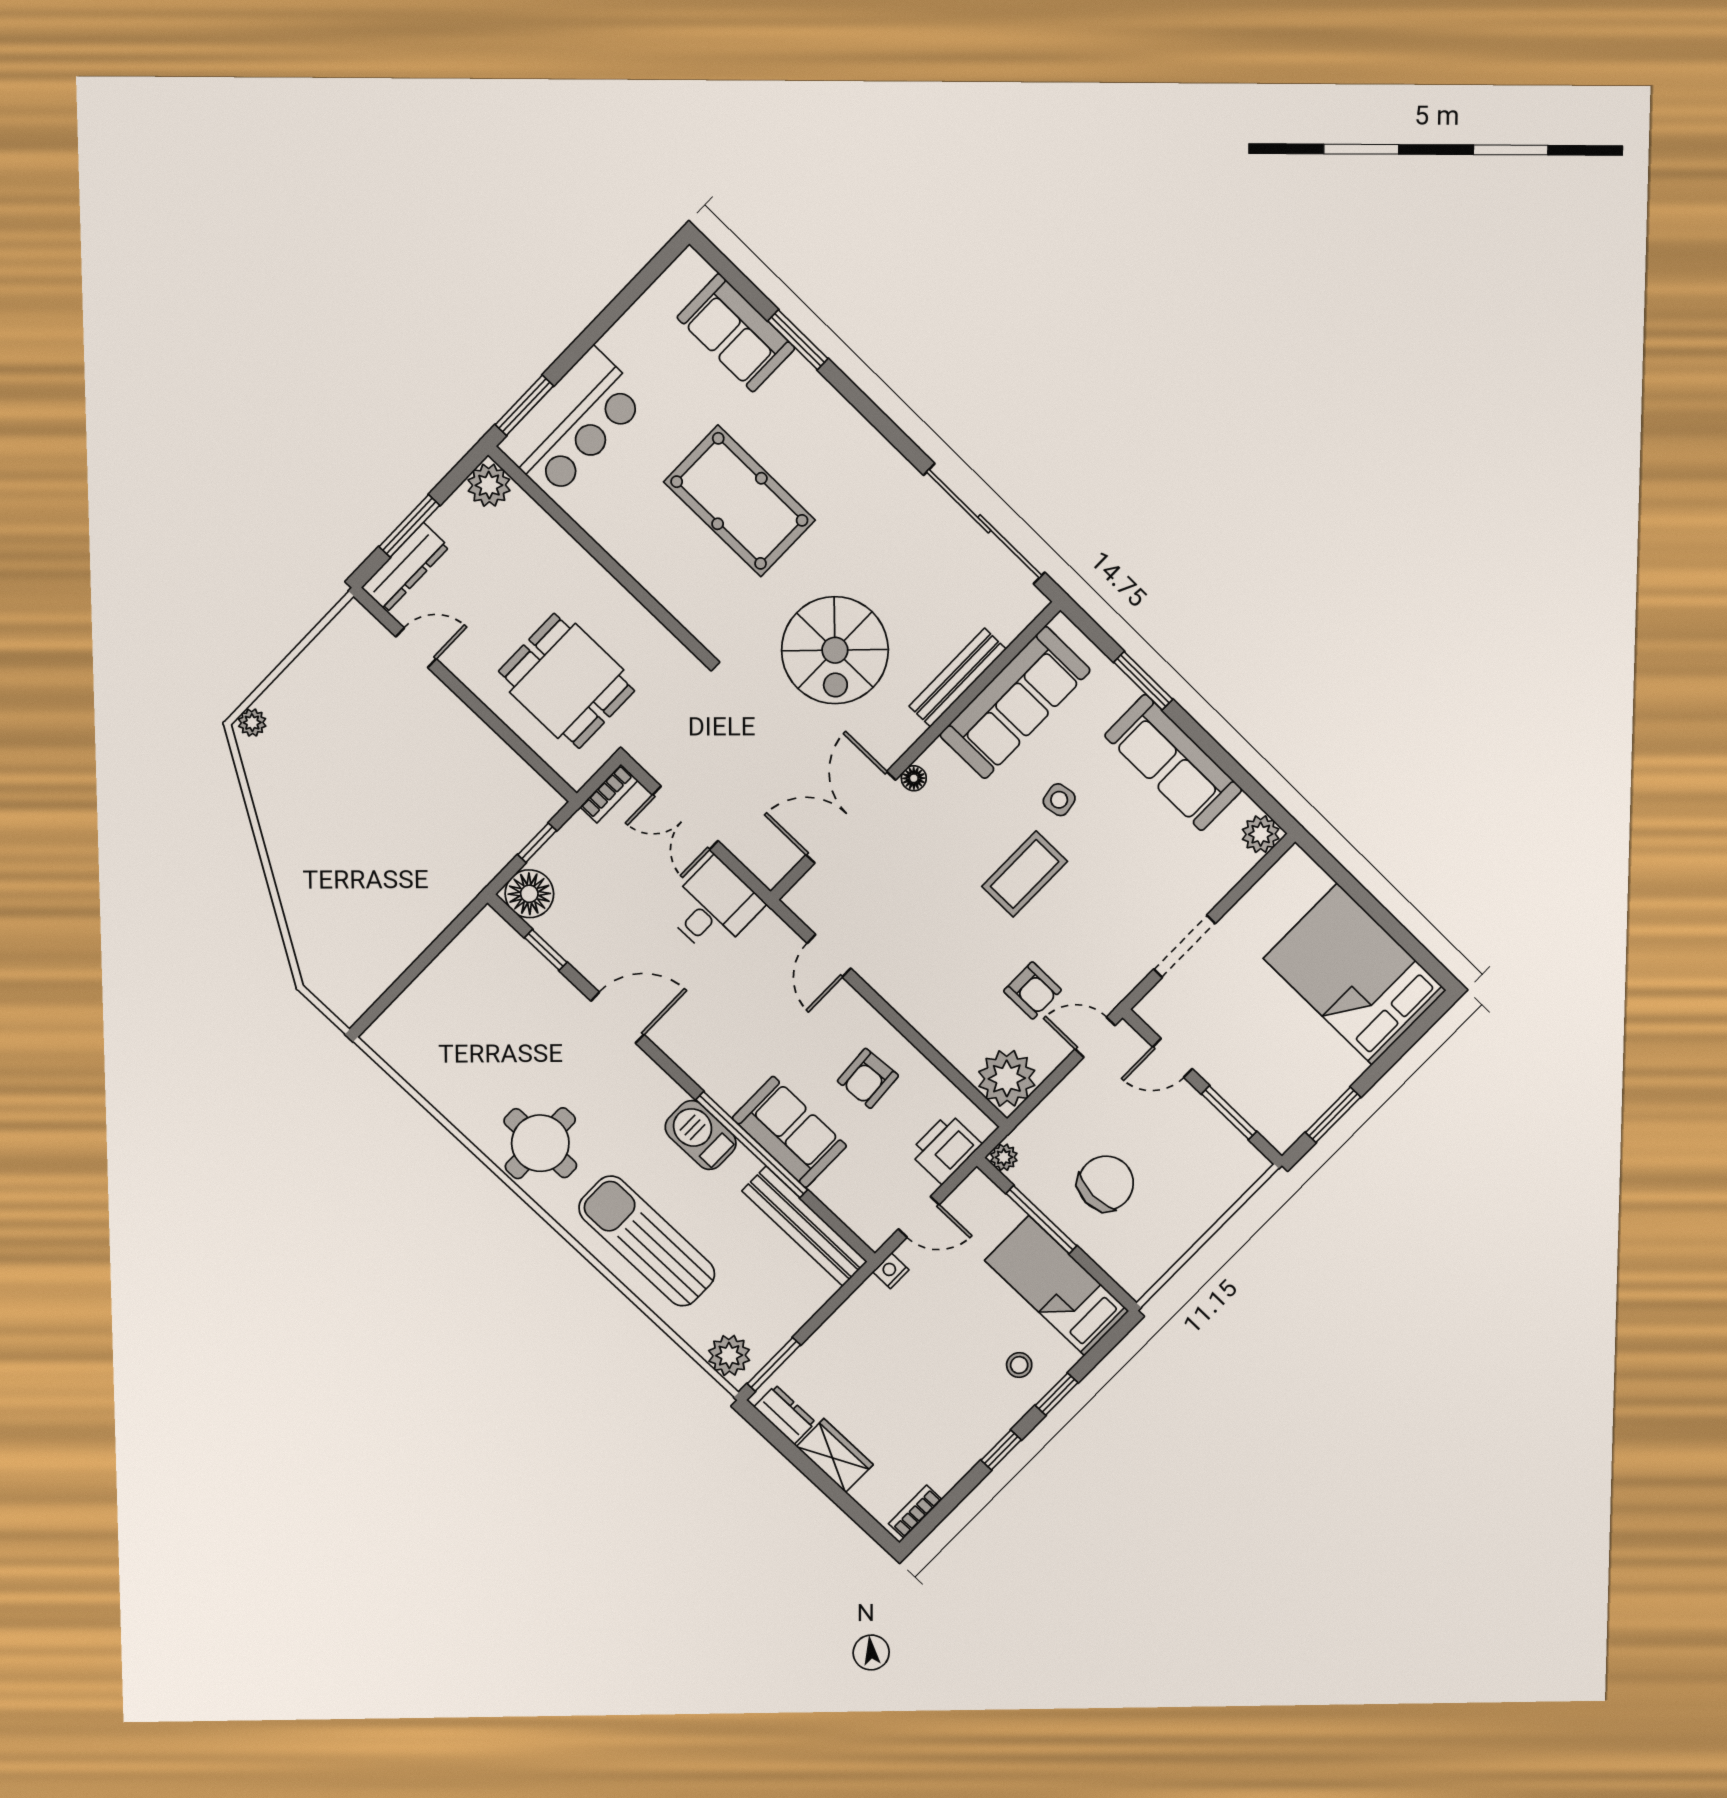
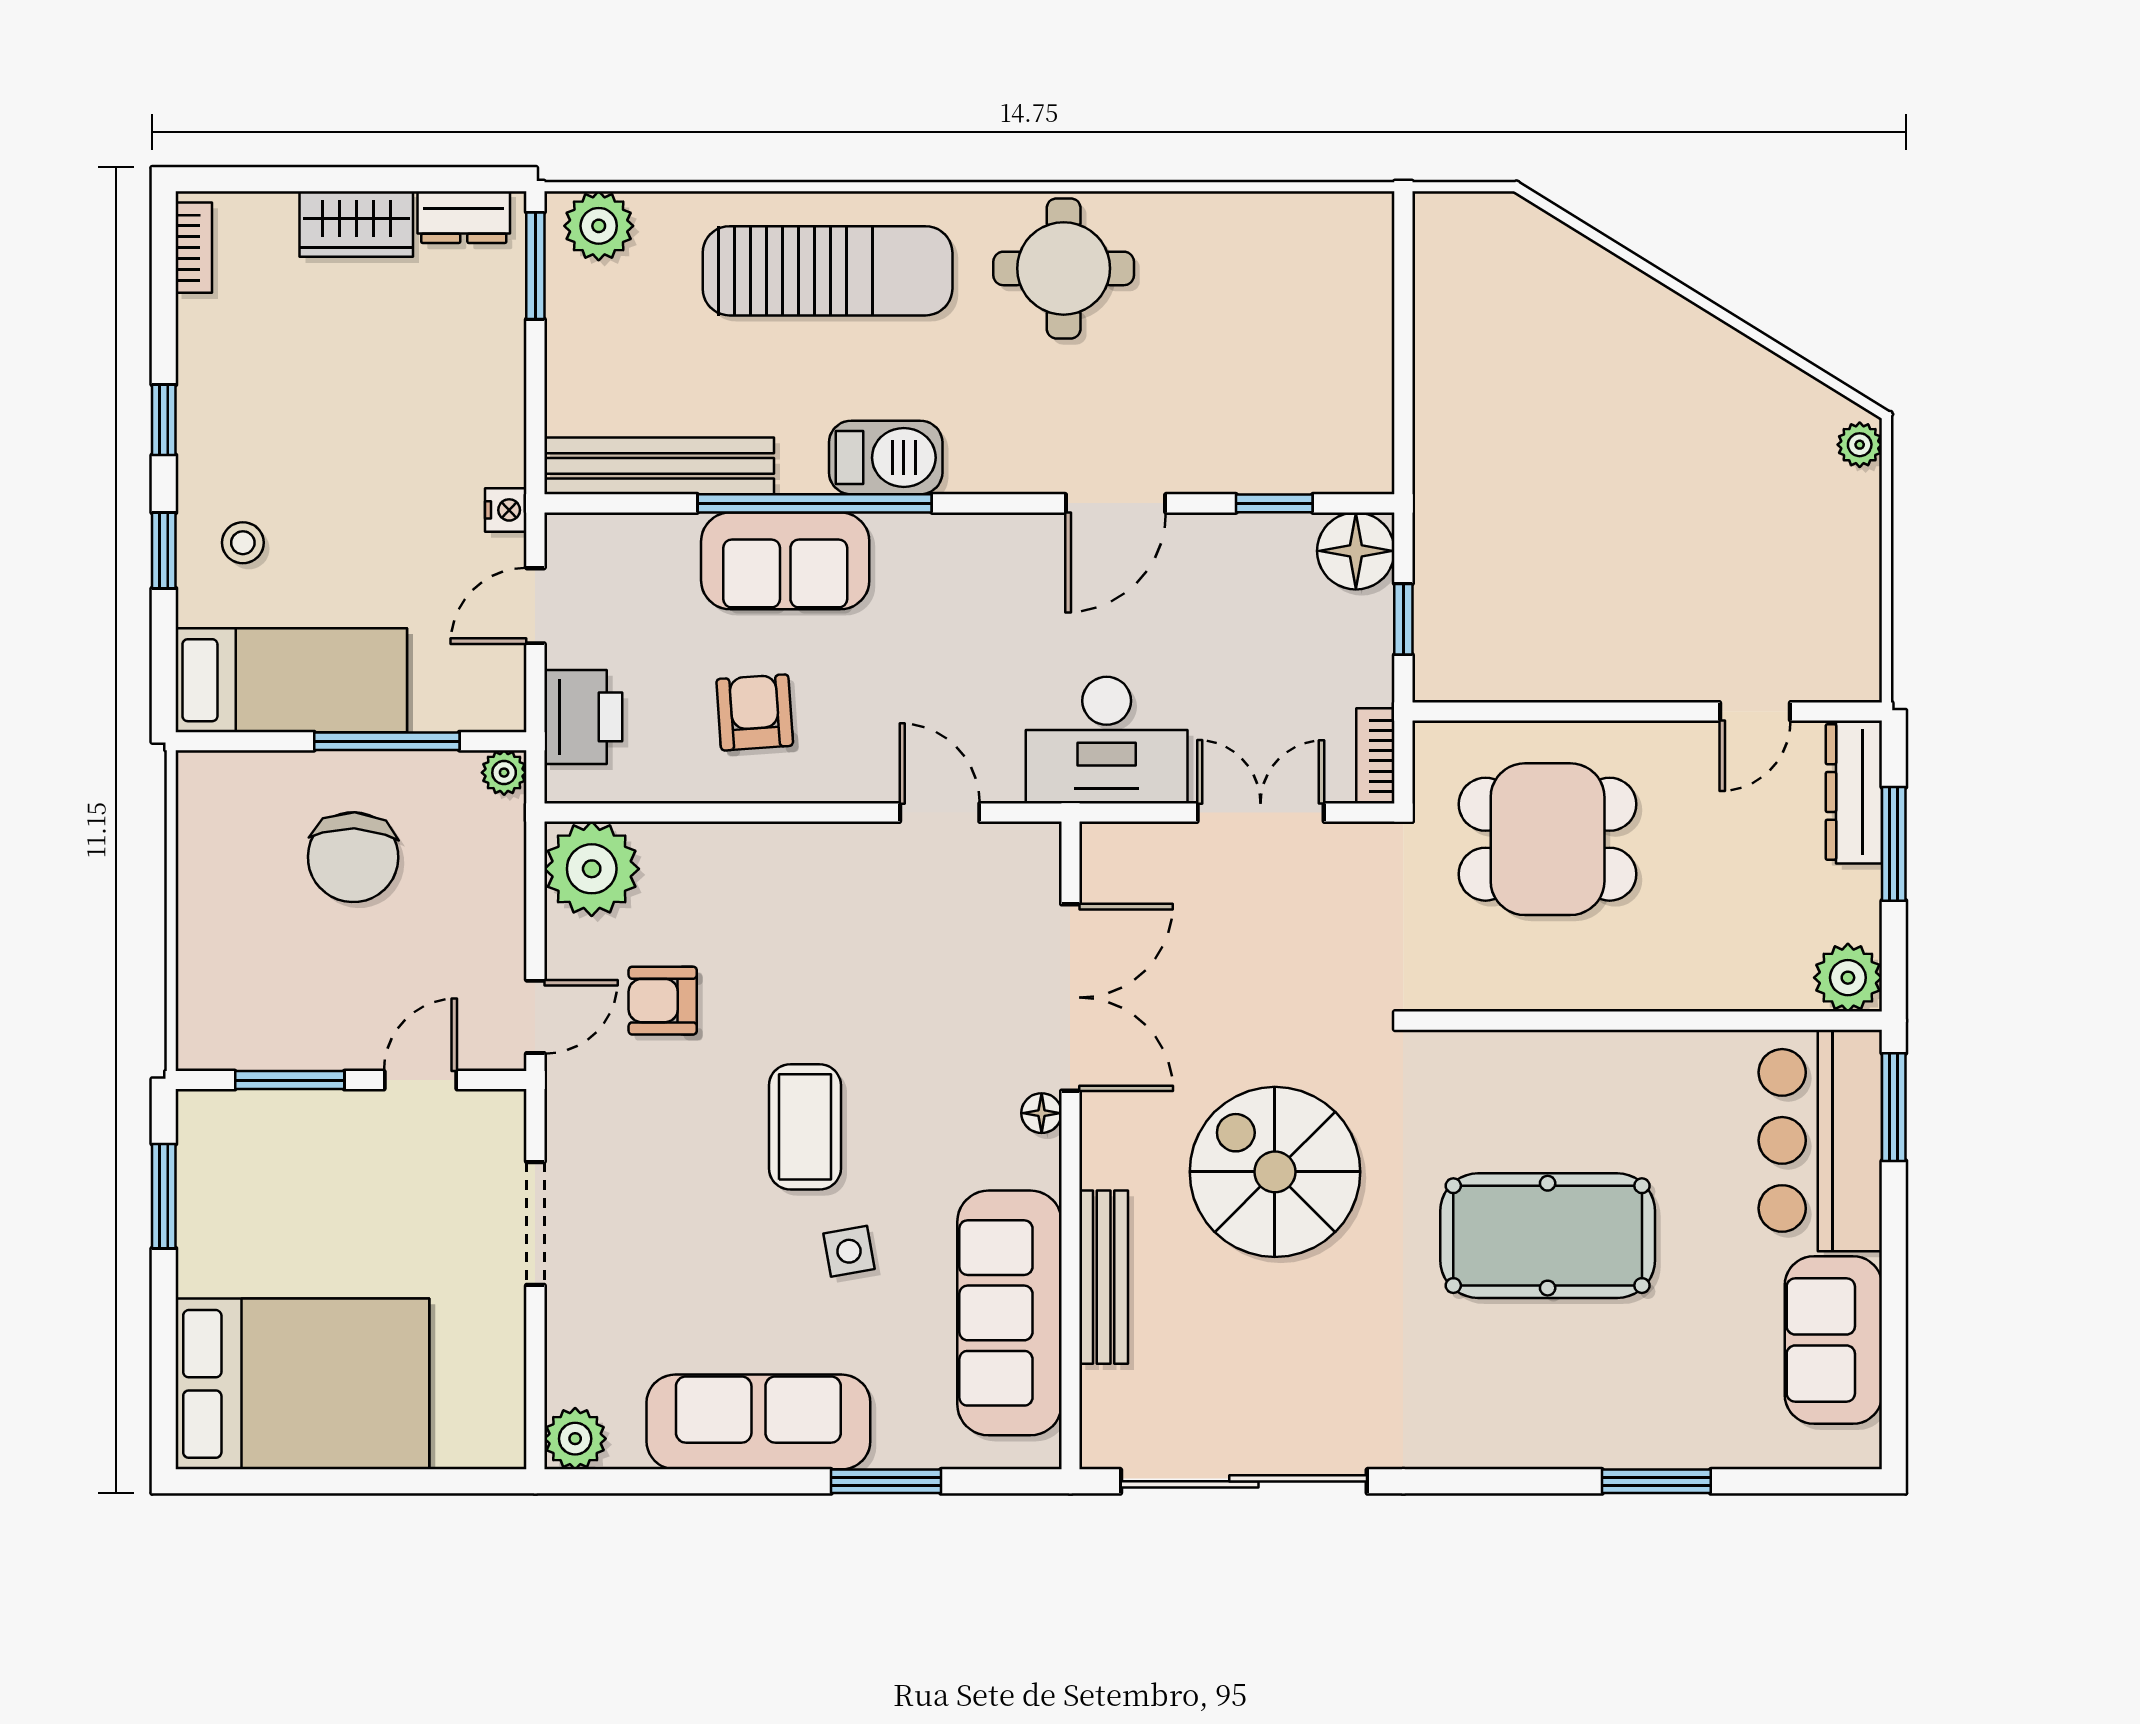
sofa: (736, 333) -> (1833, 1340), moved, turned -90
desk: (713, 907) -> (1107, 740), width x1.37

